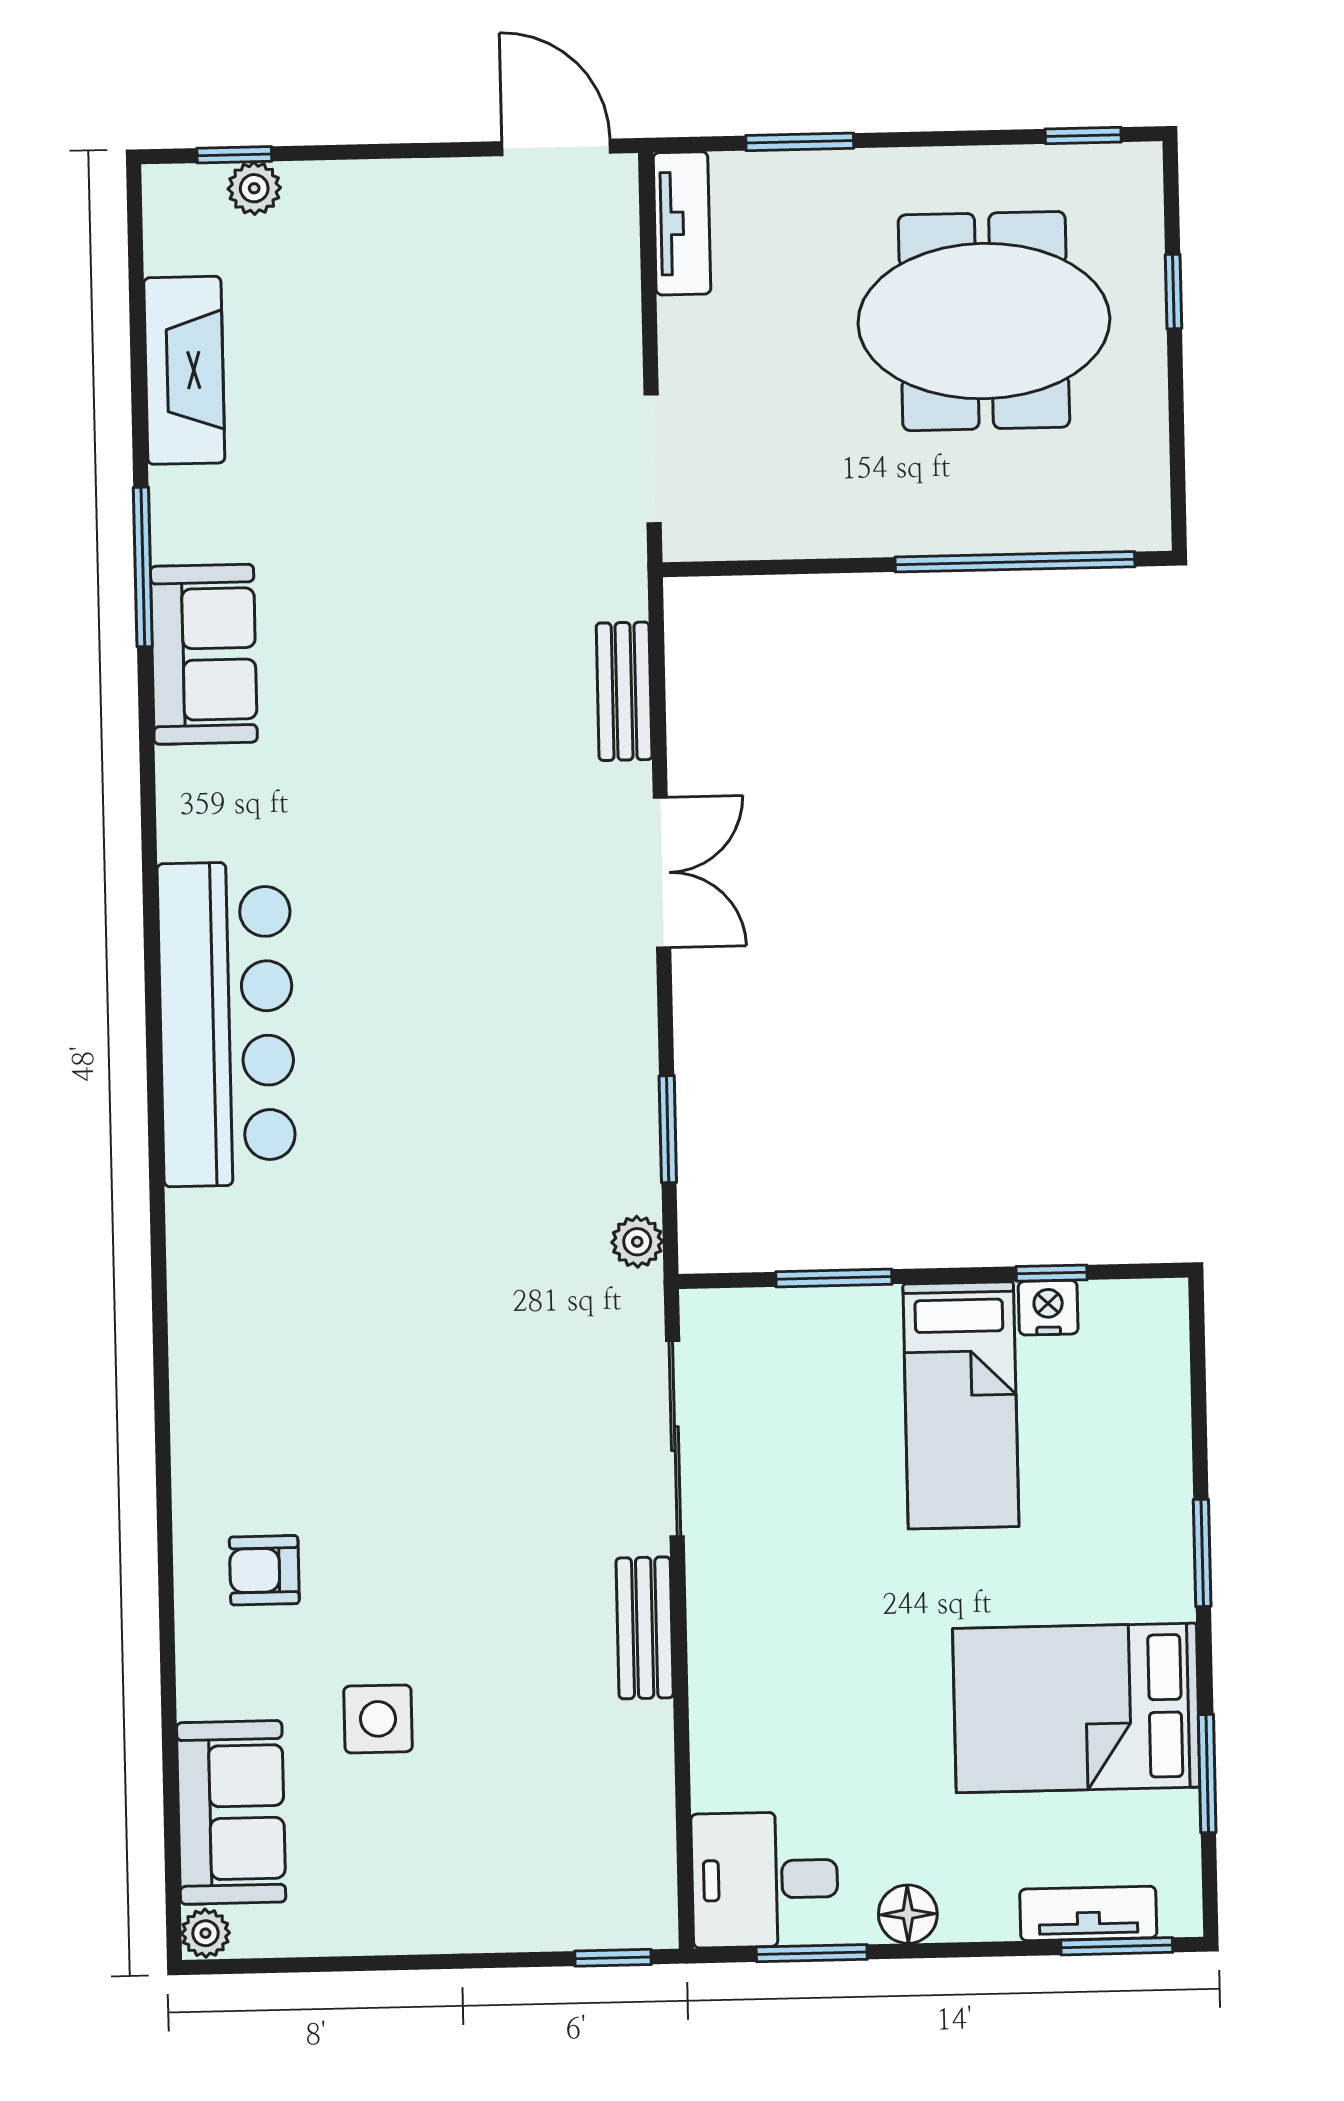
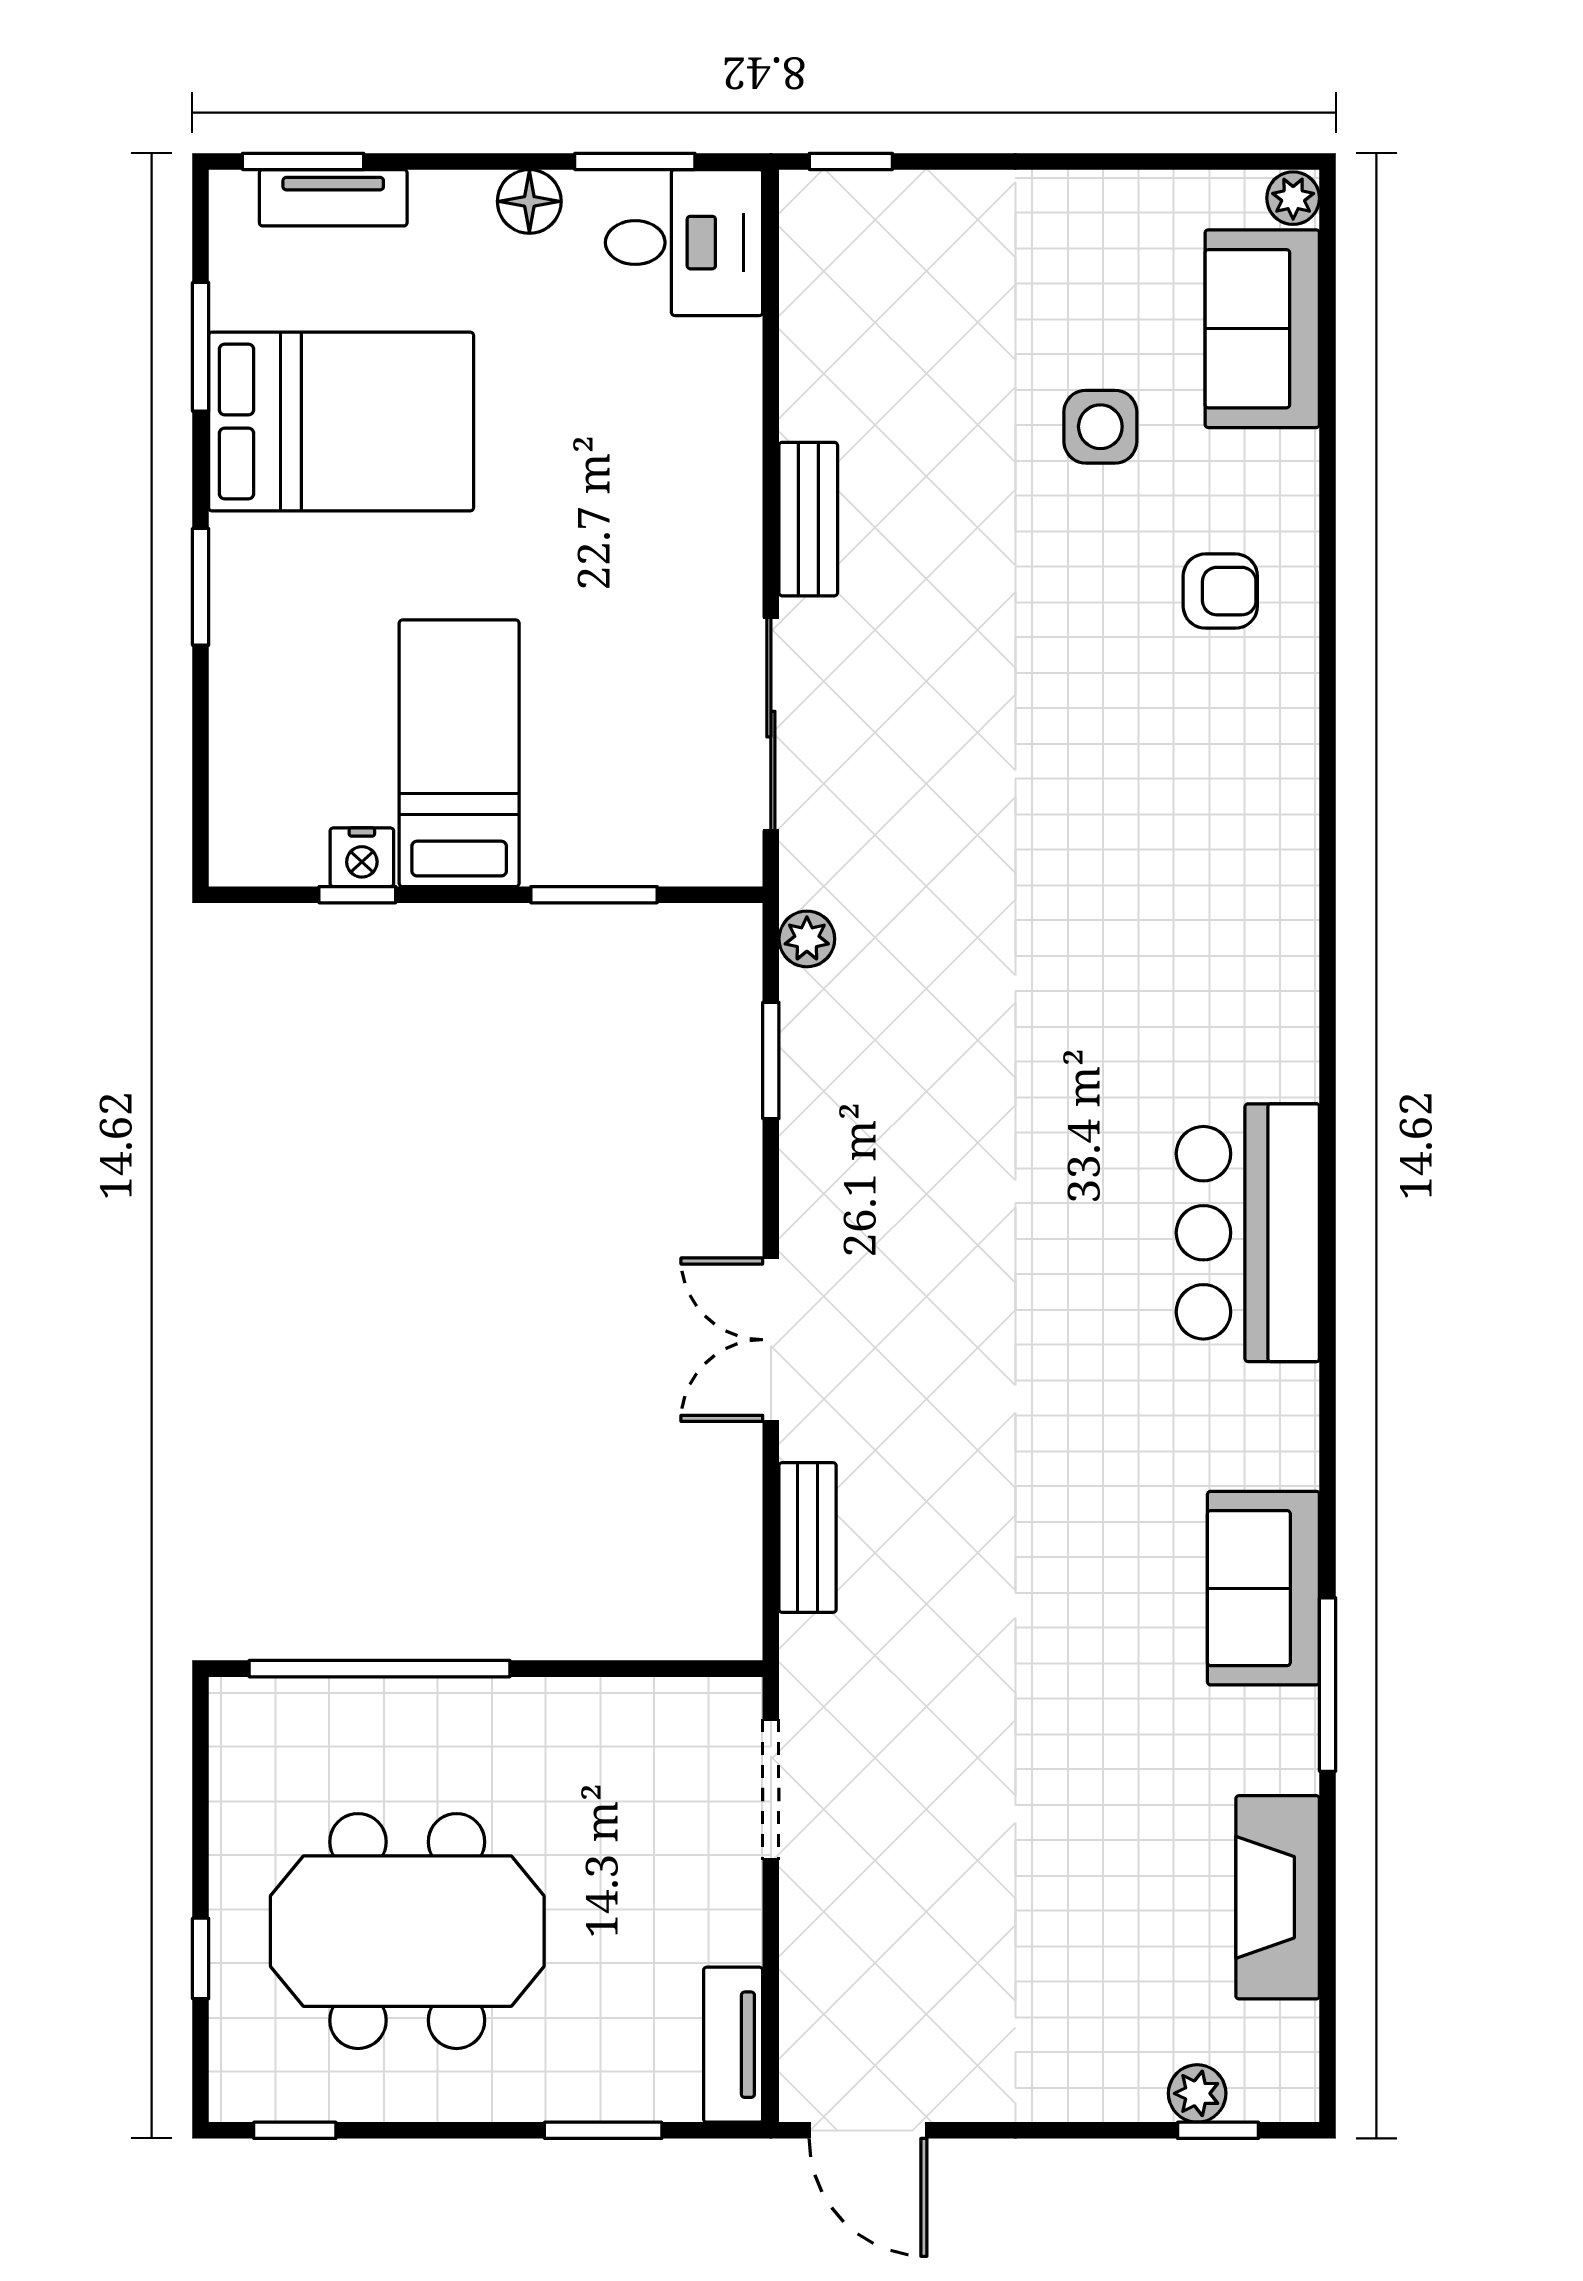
bar counter: (227, 1024) -> (1248, 1233), width x0.73

